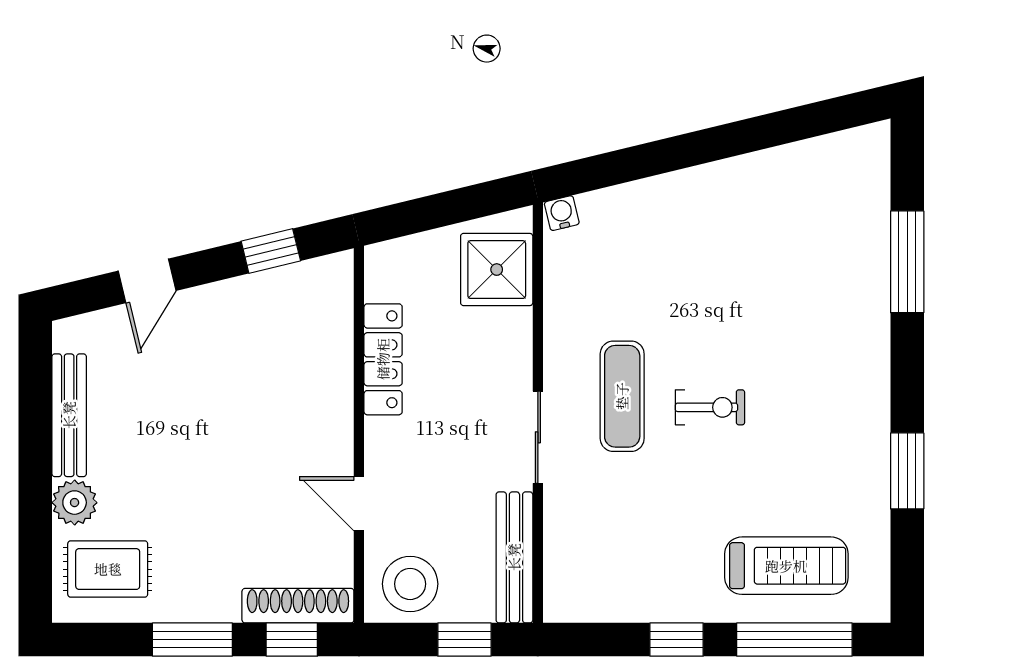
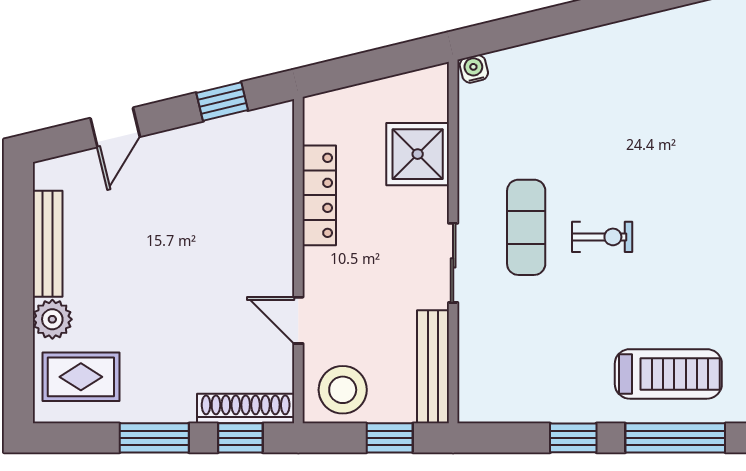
shower: (497, 270) -> (418, 154), moved

